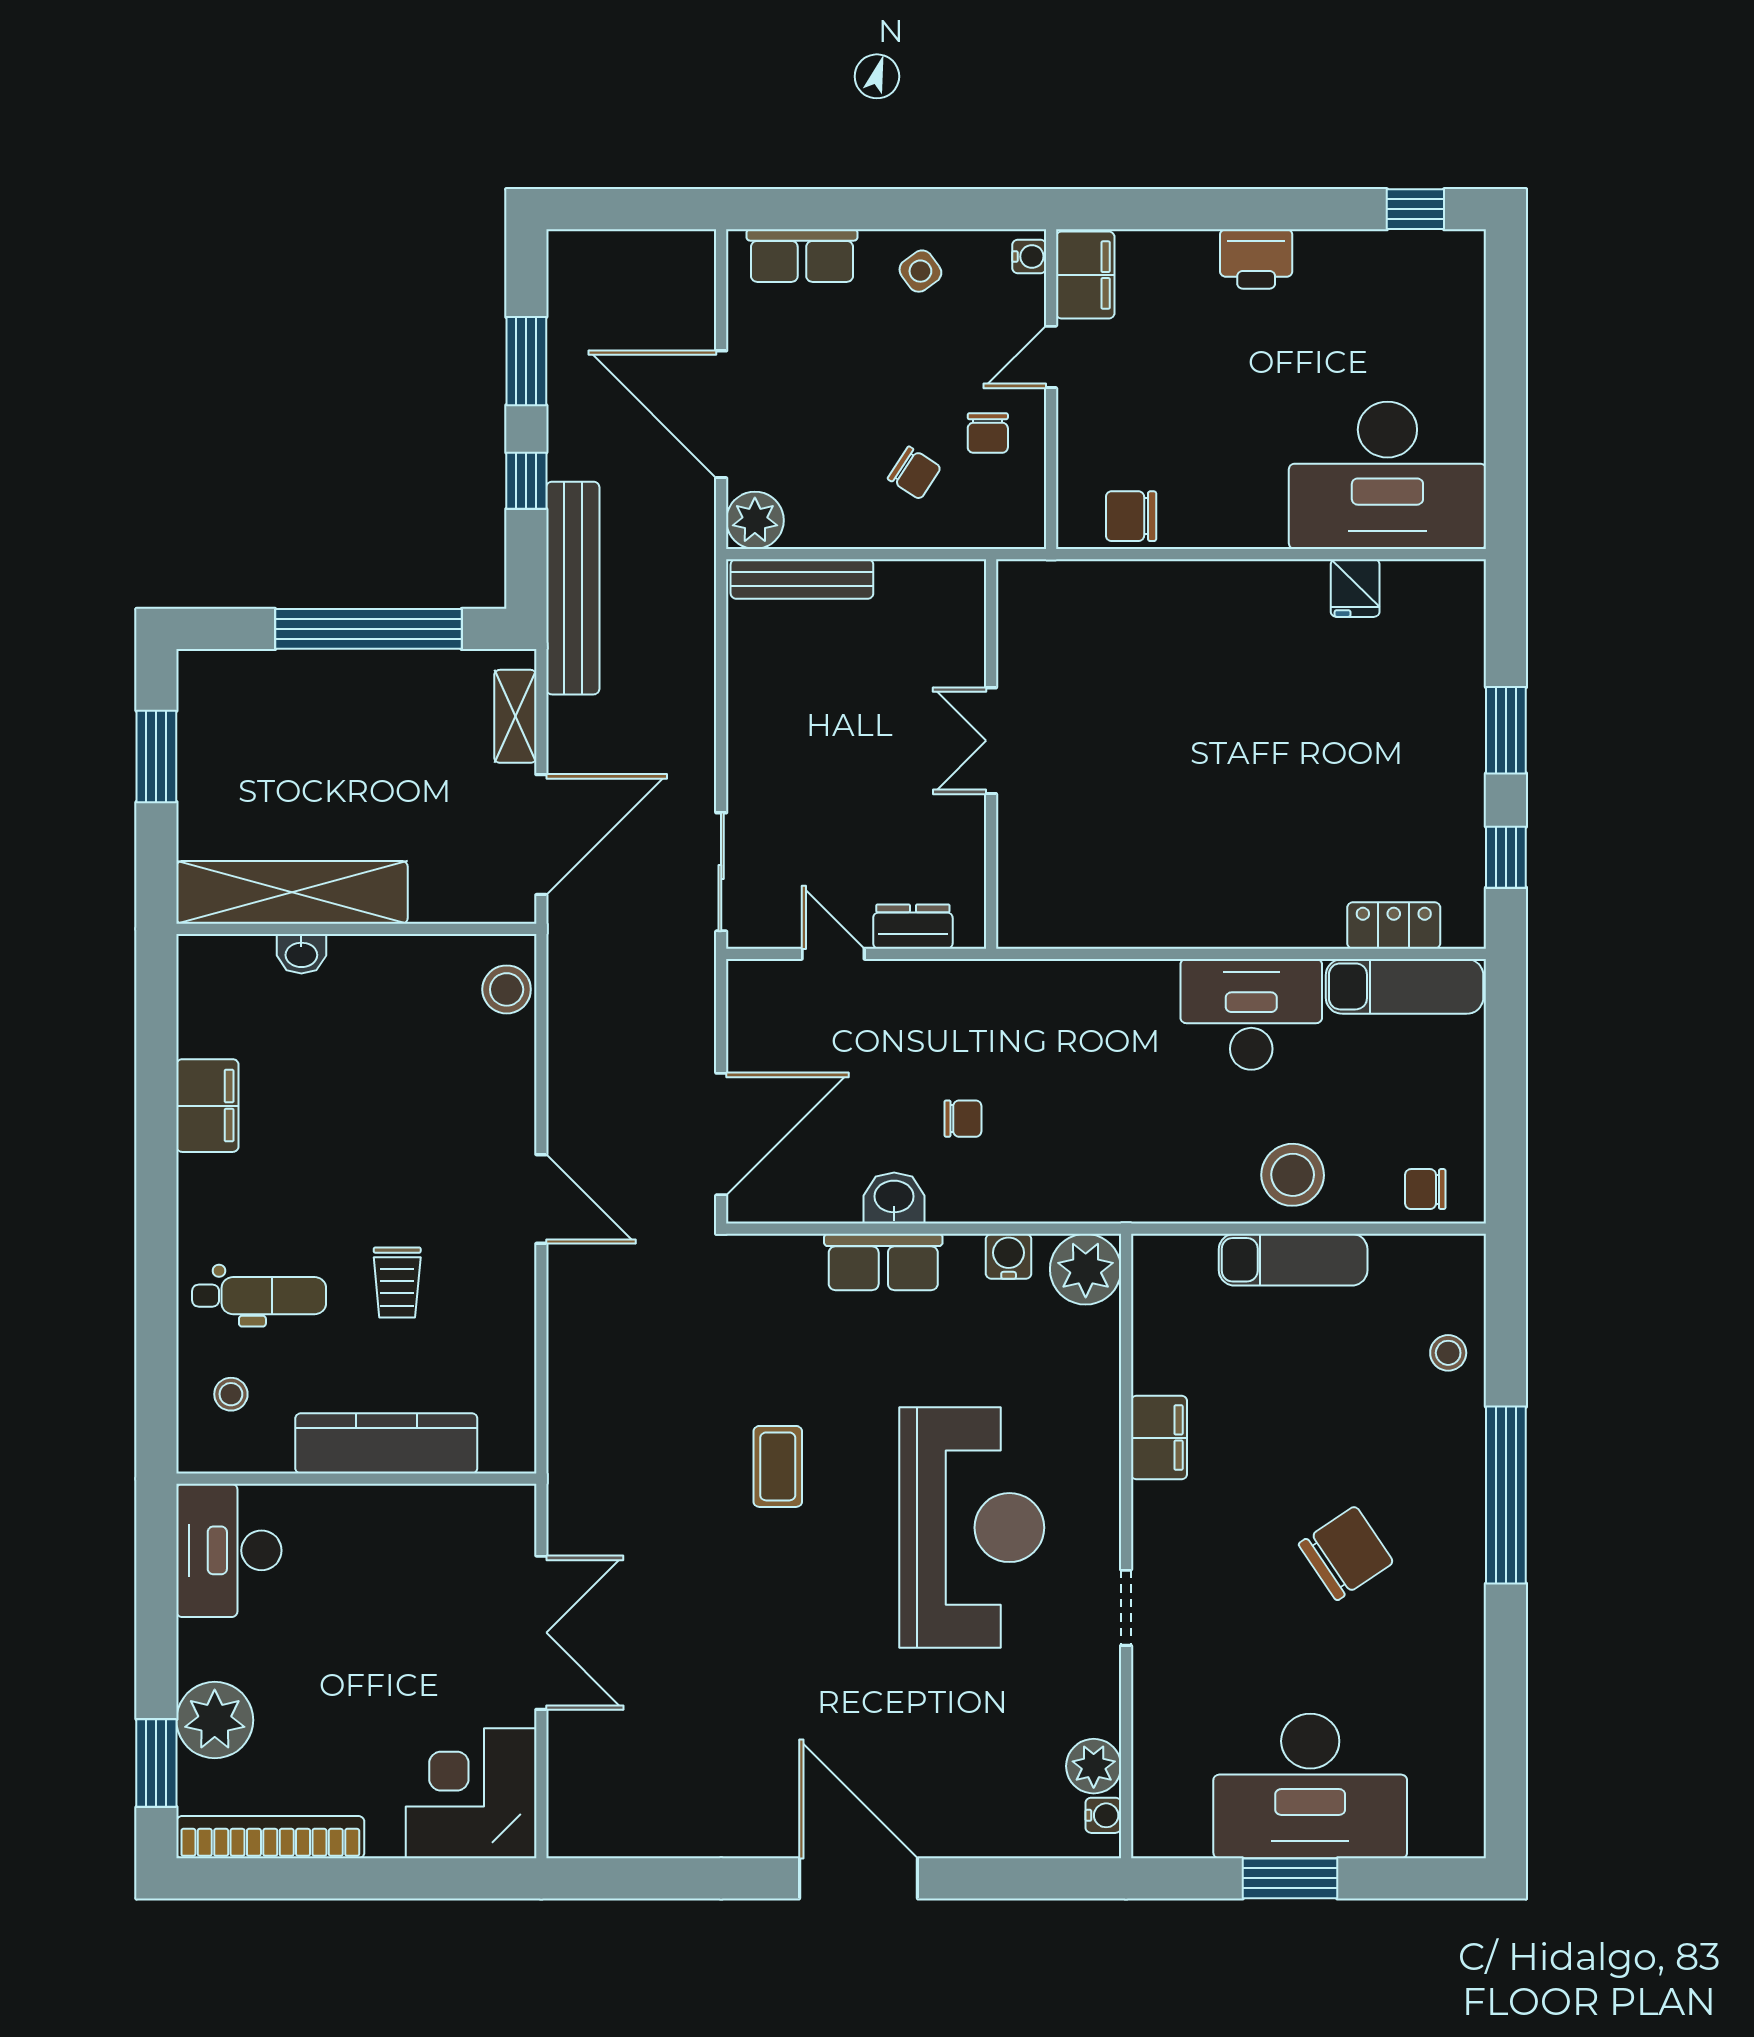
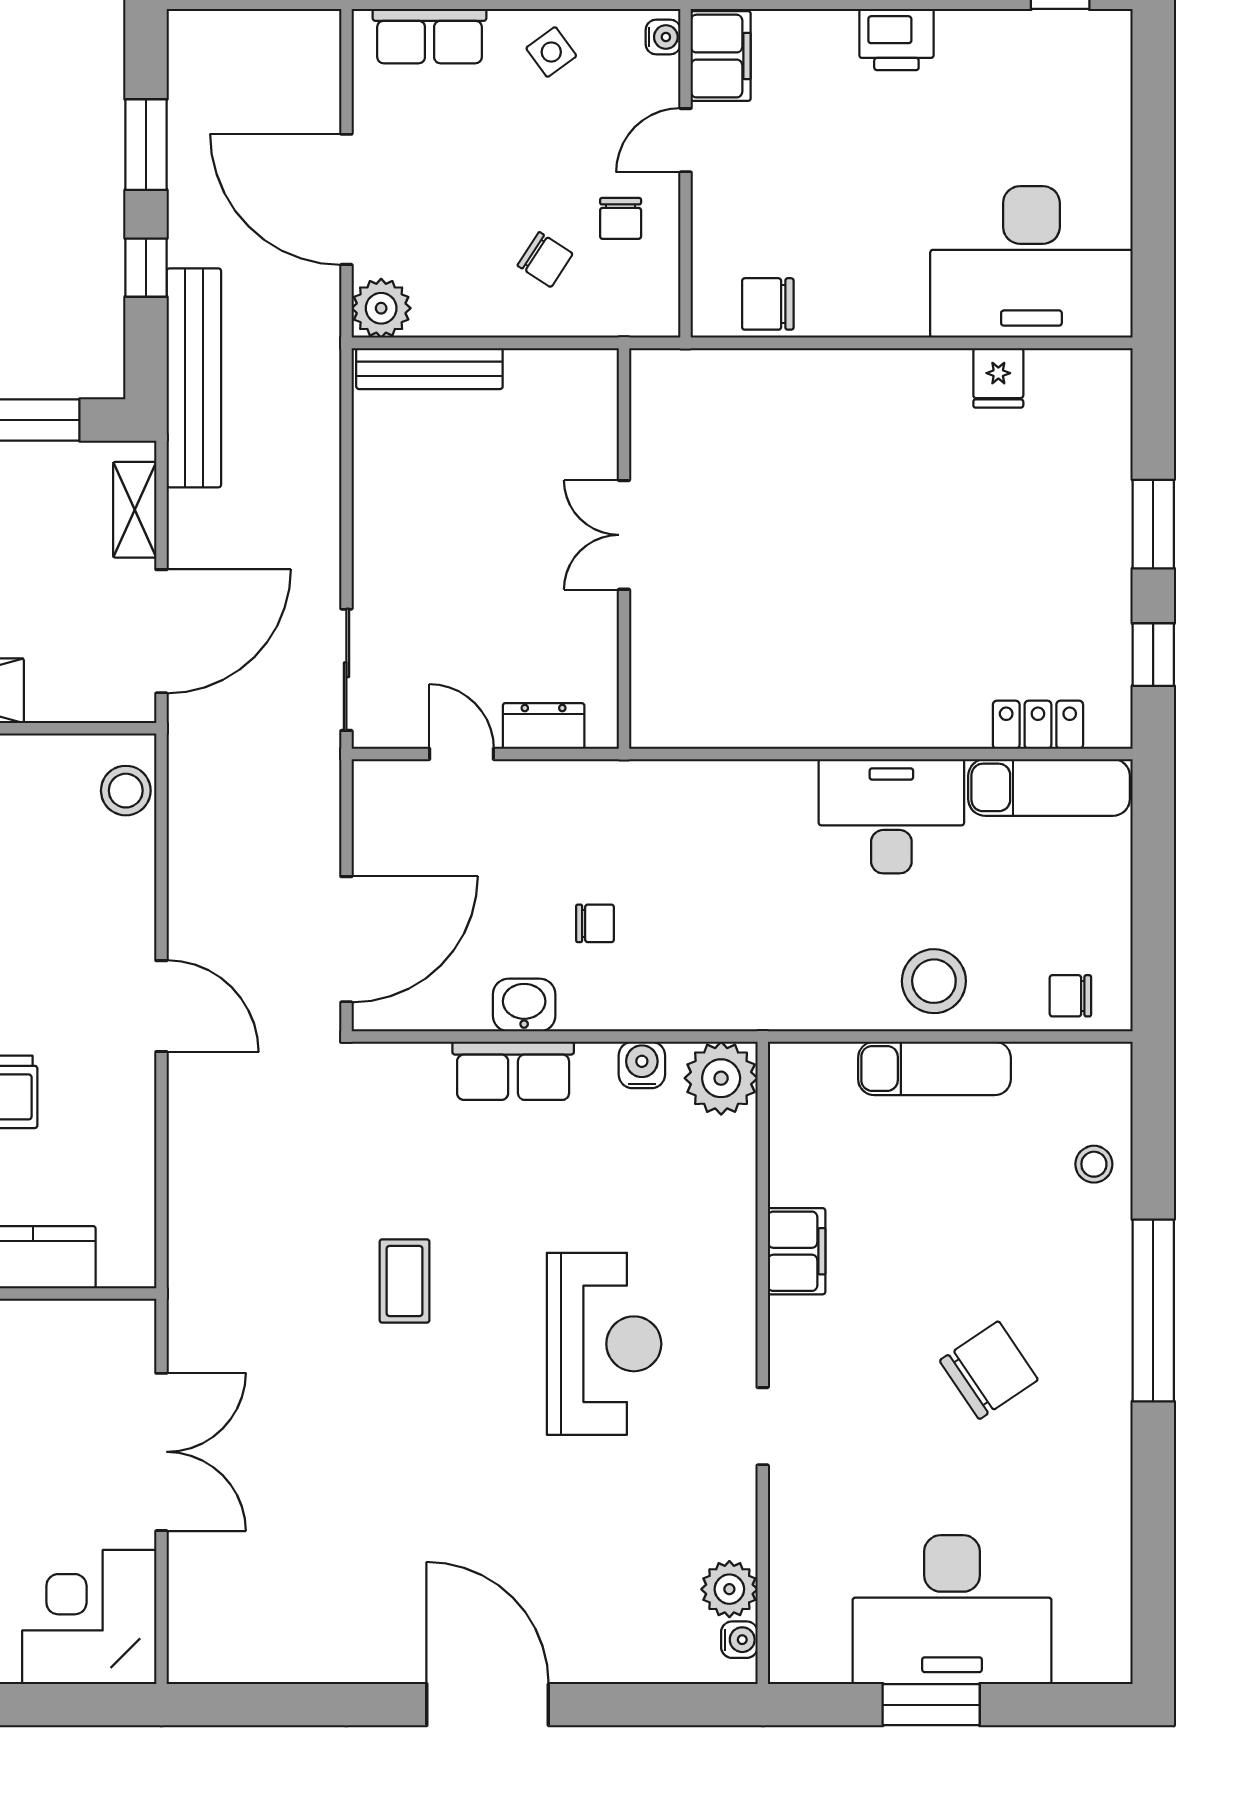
reception desk: (972, 1528) -> (604, 1344), width x0.74, depth x0.77

